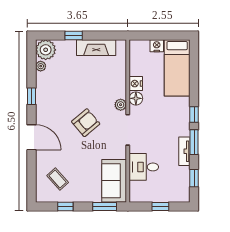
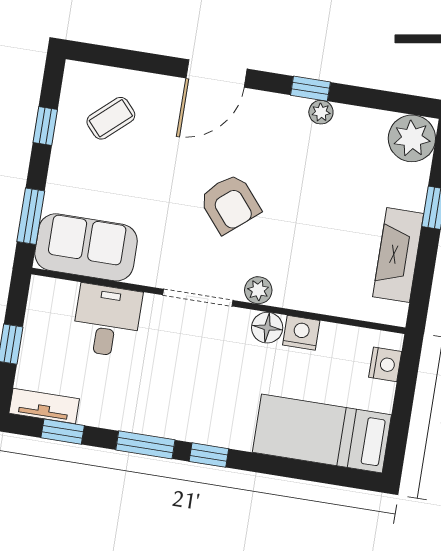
nightstand: (157, 46) -> (385, 364), moved
plant: (41, 66) -> (321, 112), moved
tv unit: (184, 151) -> (44, 406), moved

